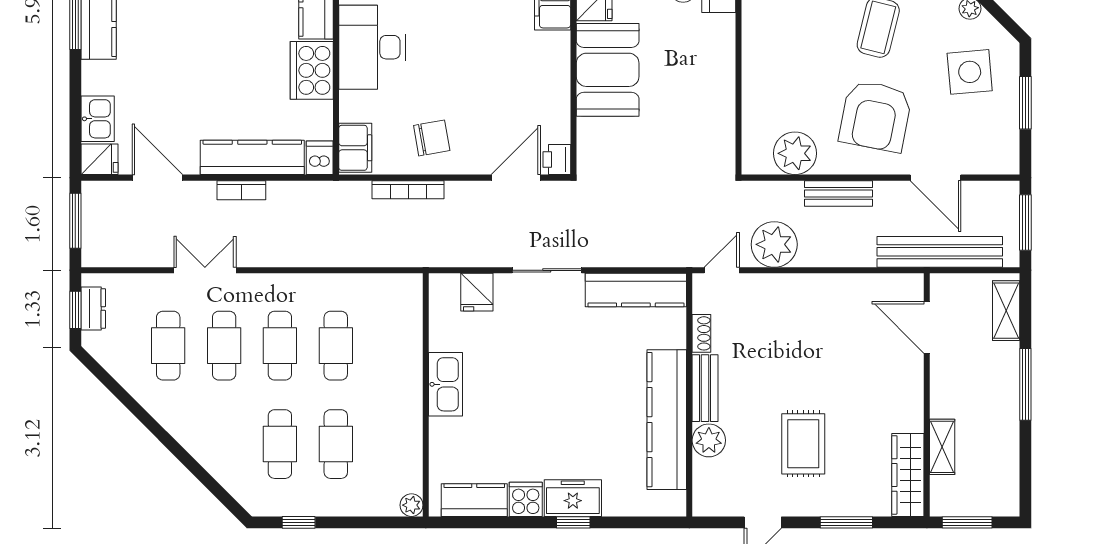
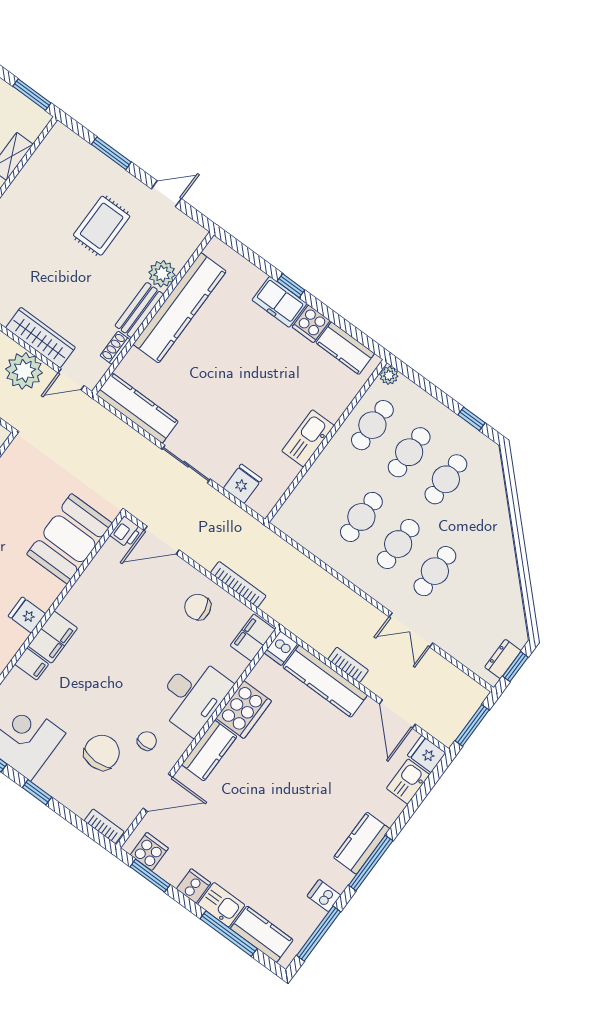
booth: (608, 70) -> (69, 539), moved
cafe table: (168, 346) -> (372, 425), moved
wardrobe: (908, 475) -> (40, 338), moved, turned -90

